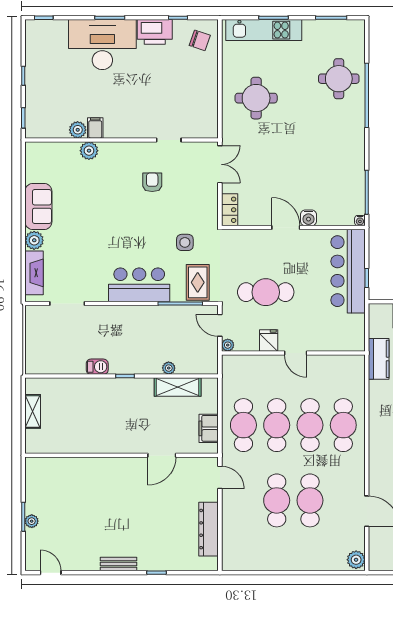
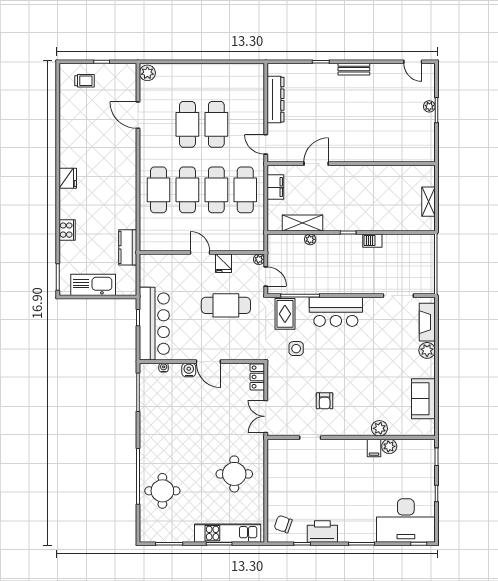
desk: (102, 45) -> (406, 520), moved
sofa: (38, 207) -> (423, 399), moved
water cooler: (360, 221) -> (164, 368), moved

